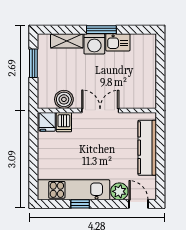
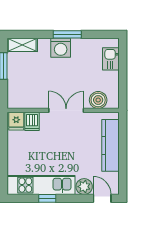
shelving: (67, 41) -> (22, 45), moved
kitchen sink: (118, 42) -> (111, 59), moved, turned 90
boiler: (64, 99) -> (98, 100), moved

